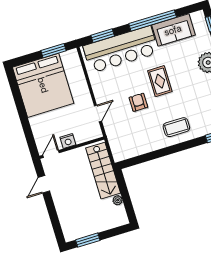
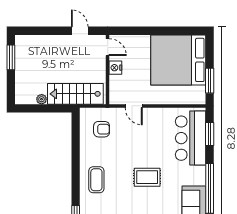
bar counter: (121, 49) -> (191, 138), width x0.73
armchair: (138, 102) -> (102, 129), moved

